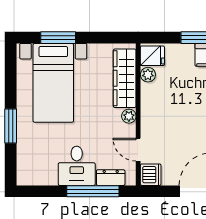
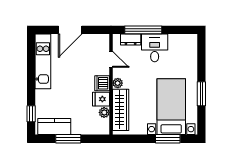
fridge: (152, 56) -> (101, 99), moved
window: (11, 126) -> (201, 94), moved
dishwasher: (151, 175) -> (102, 83), moved

